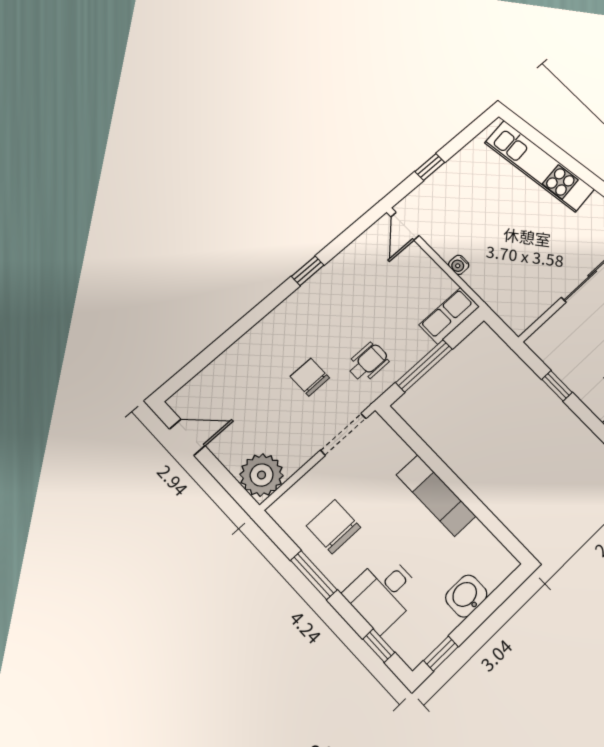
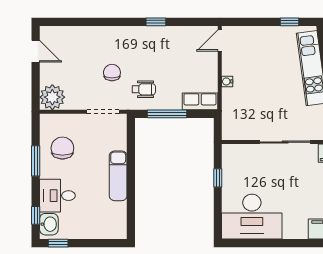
window: (430, 167) -> (290, 22), moved
washbasin: (466, 596) -> (49, 224), moved, turned 90

